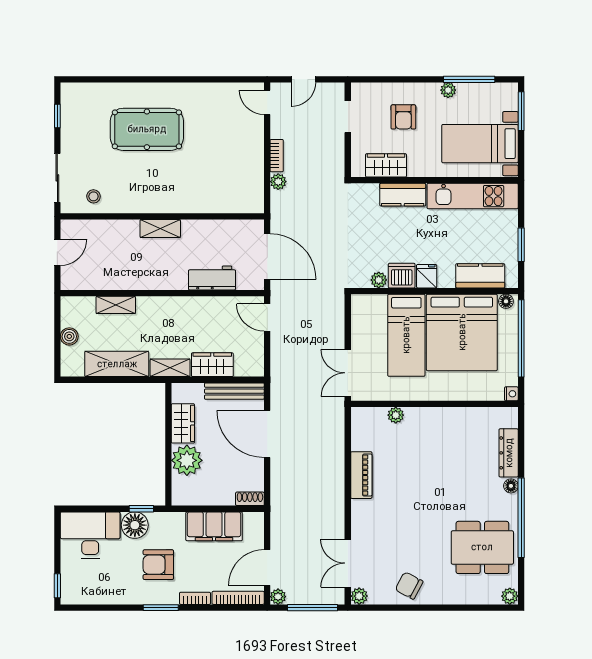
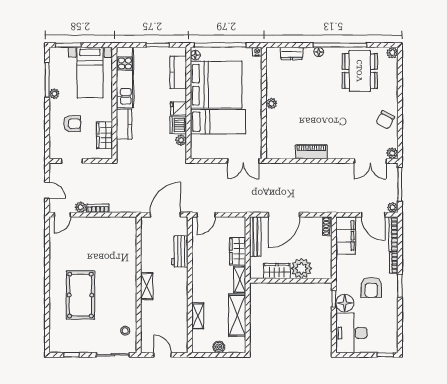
plant: (278, 182) -> (81, 207), moved
plant: (396, 415) -> (271, 103), moved
dresser: (509, 453) -> (292, 53), width x0.70
filing cabinet: (214, 526) -> (346, 236), moved

